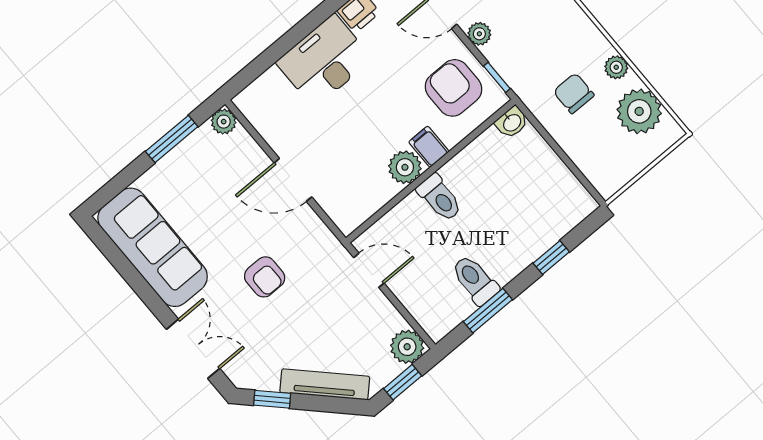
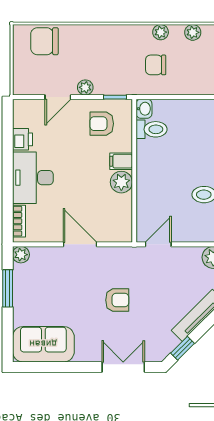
bookcase: (260, 87) -> (19, 221), added
armchair: (453, 88) -> (102, 124), width x0.72, depth x0.72
plant: (639, 111) -> (193, 32), width x0.53, depth x0.53
door: (293, 180) -> (80, 244), swing flipped
toilet: (440, 198) -> (152, 129), moved
sofa: (153, 247) -> (43, 344), width x0.73

